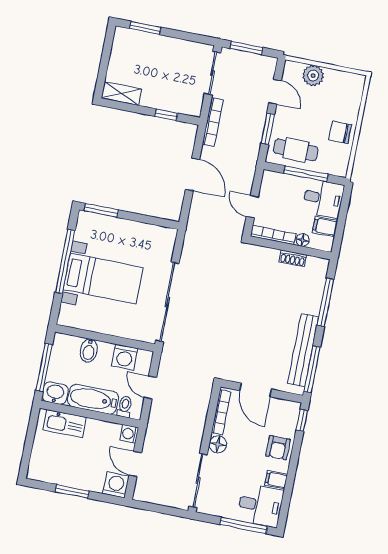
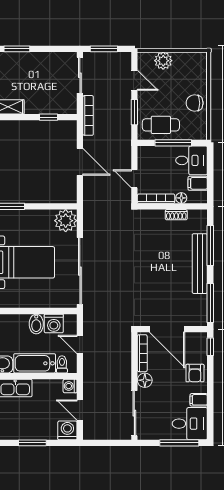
plant: (162, 240) -> (66, 221), added
bench: (303, 350) -> (200, 264), moved
bidet: (89, 351) -> (36, 324), moved
door: (256, 390) -> (167, 329), width x1.36

